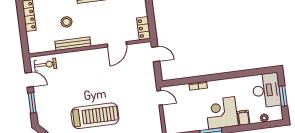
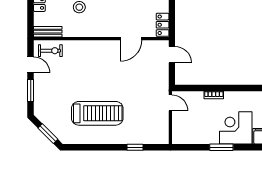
bench: (73, 44) -> (48, 32), moved, width x0.73

